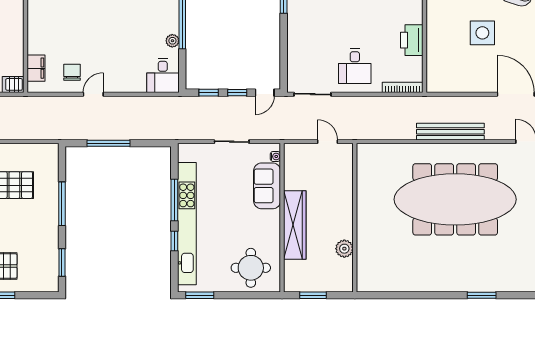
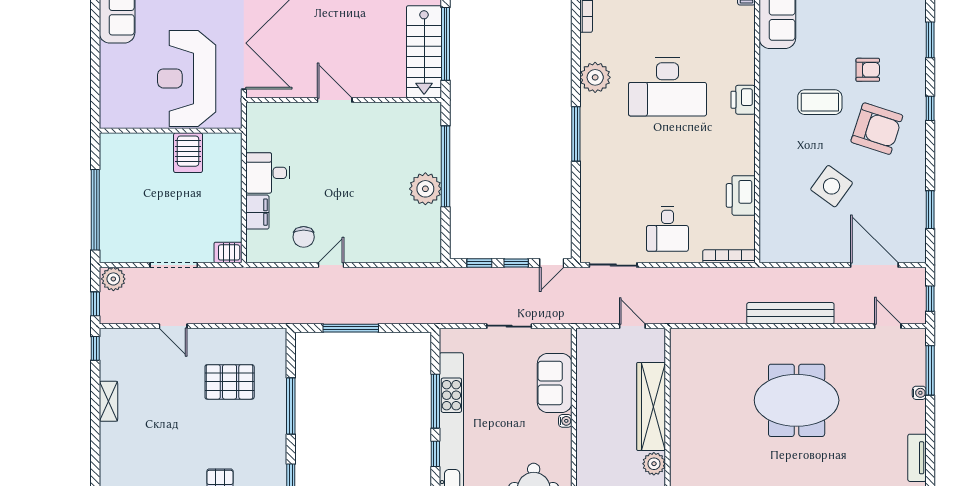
side table: (482, 33) -> (832, 186), turned 36
plant: (172, 41) -> (425, 189), width x1.88, depth x1.88
filing cabinet: (36, 68) -> (257, 212), moved
chair: (72, 72) -> (304, 237), turned 180
desk: (163, 76) -> (268, 173), moved, turned 90
water cooler: (275, 156) -> (565, 421), moved
meeting table: (455, 199) -> (797, 400), width x0.54, depth x0.79
wardrobe: (295, 225) -> (651, 406), moved, turned 180

